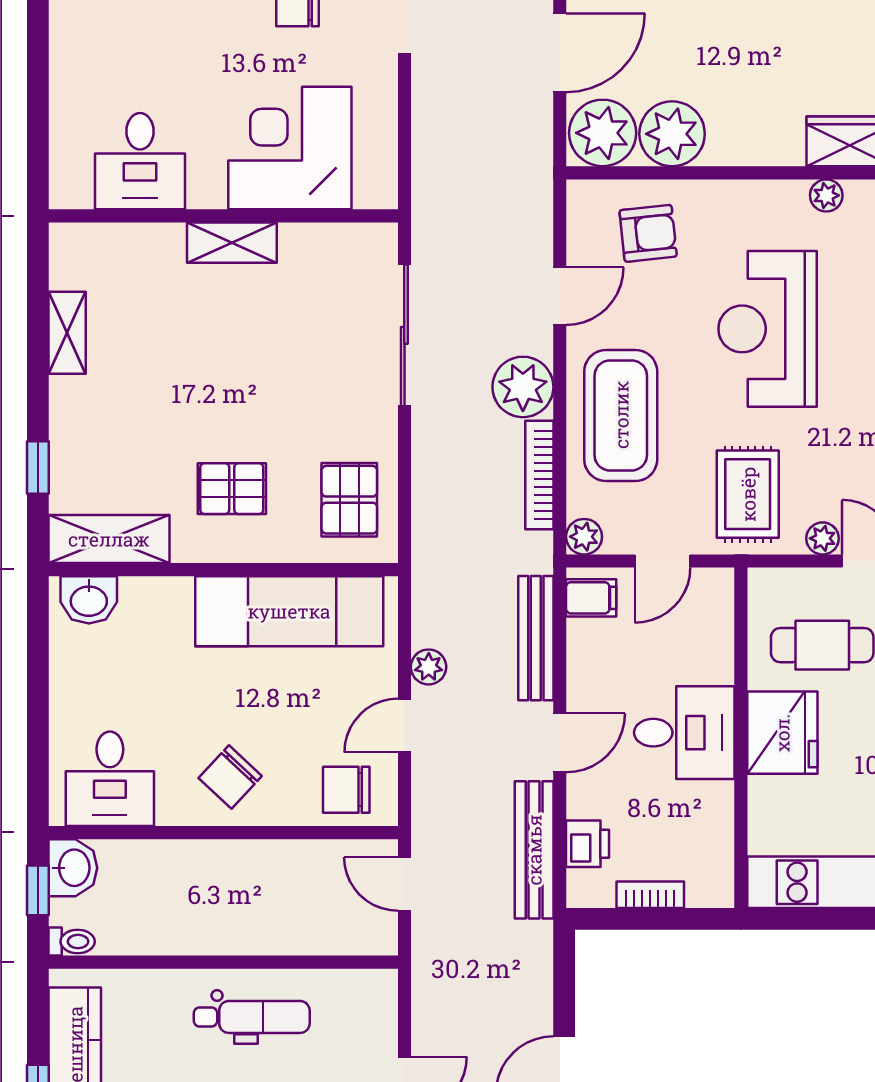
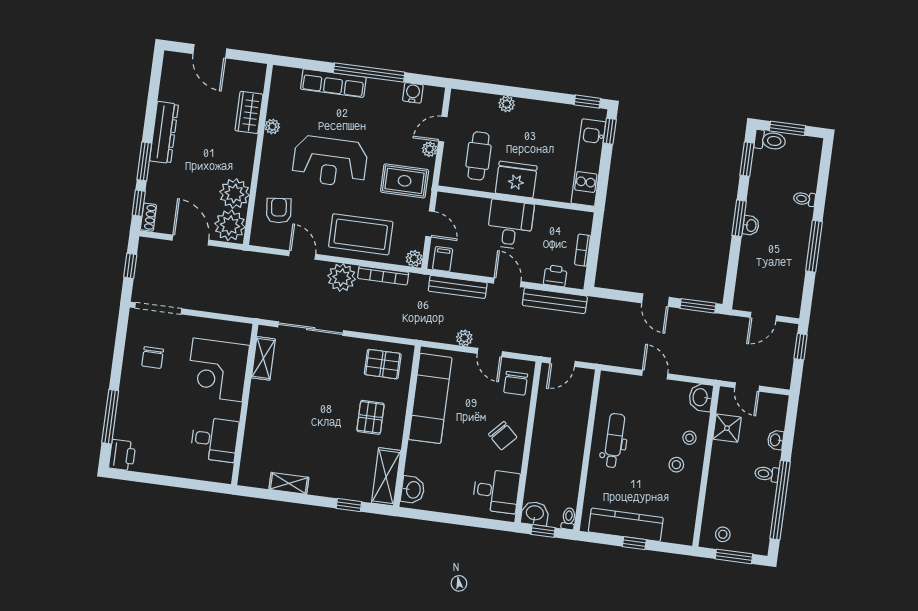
shelving: (232, 243) -> (263, 358), moved

